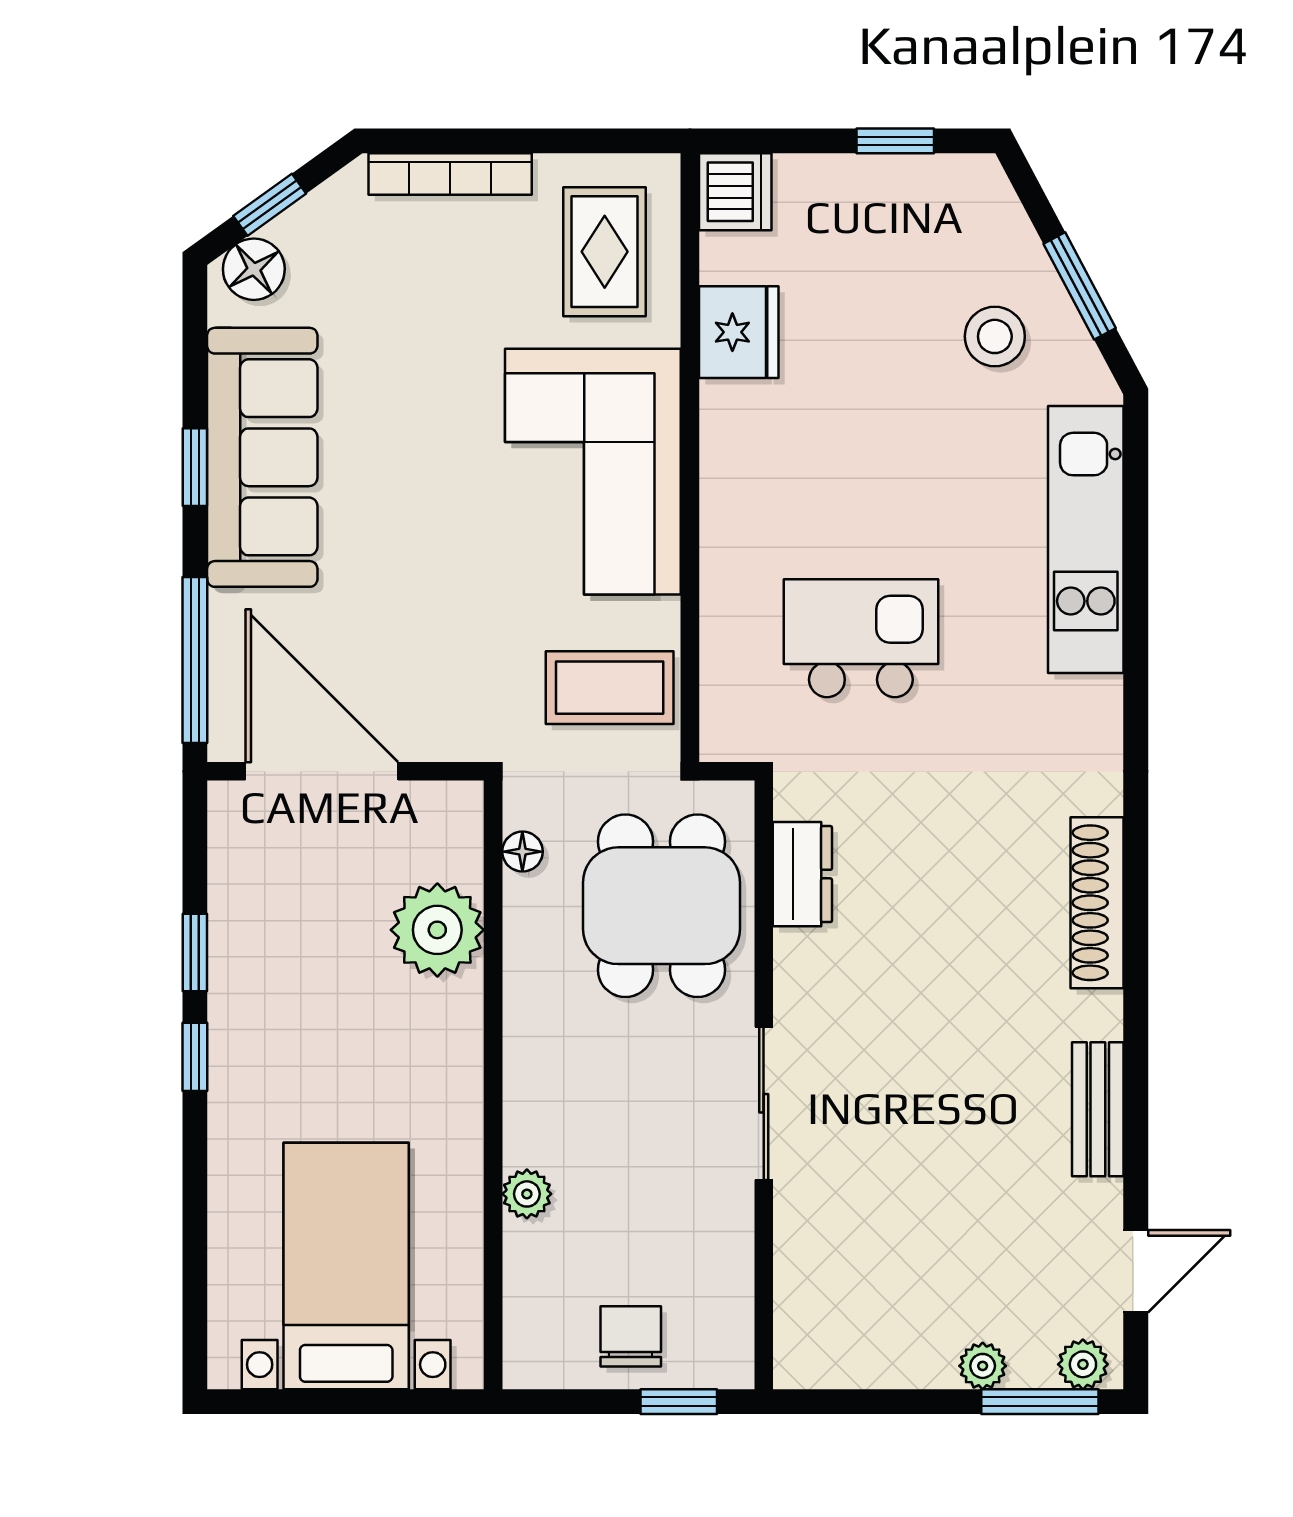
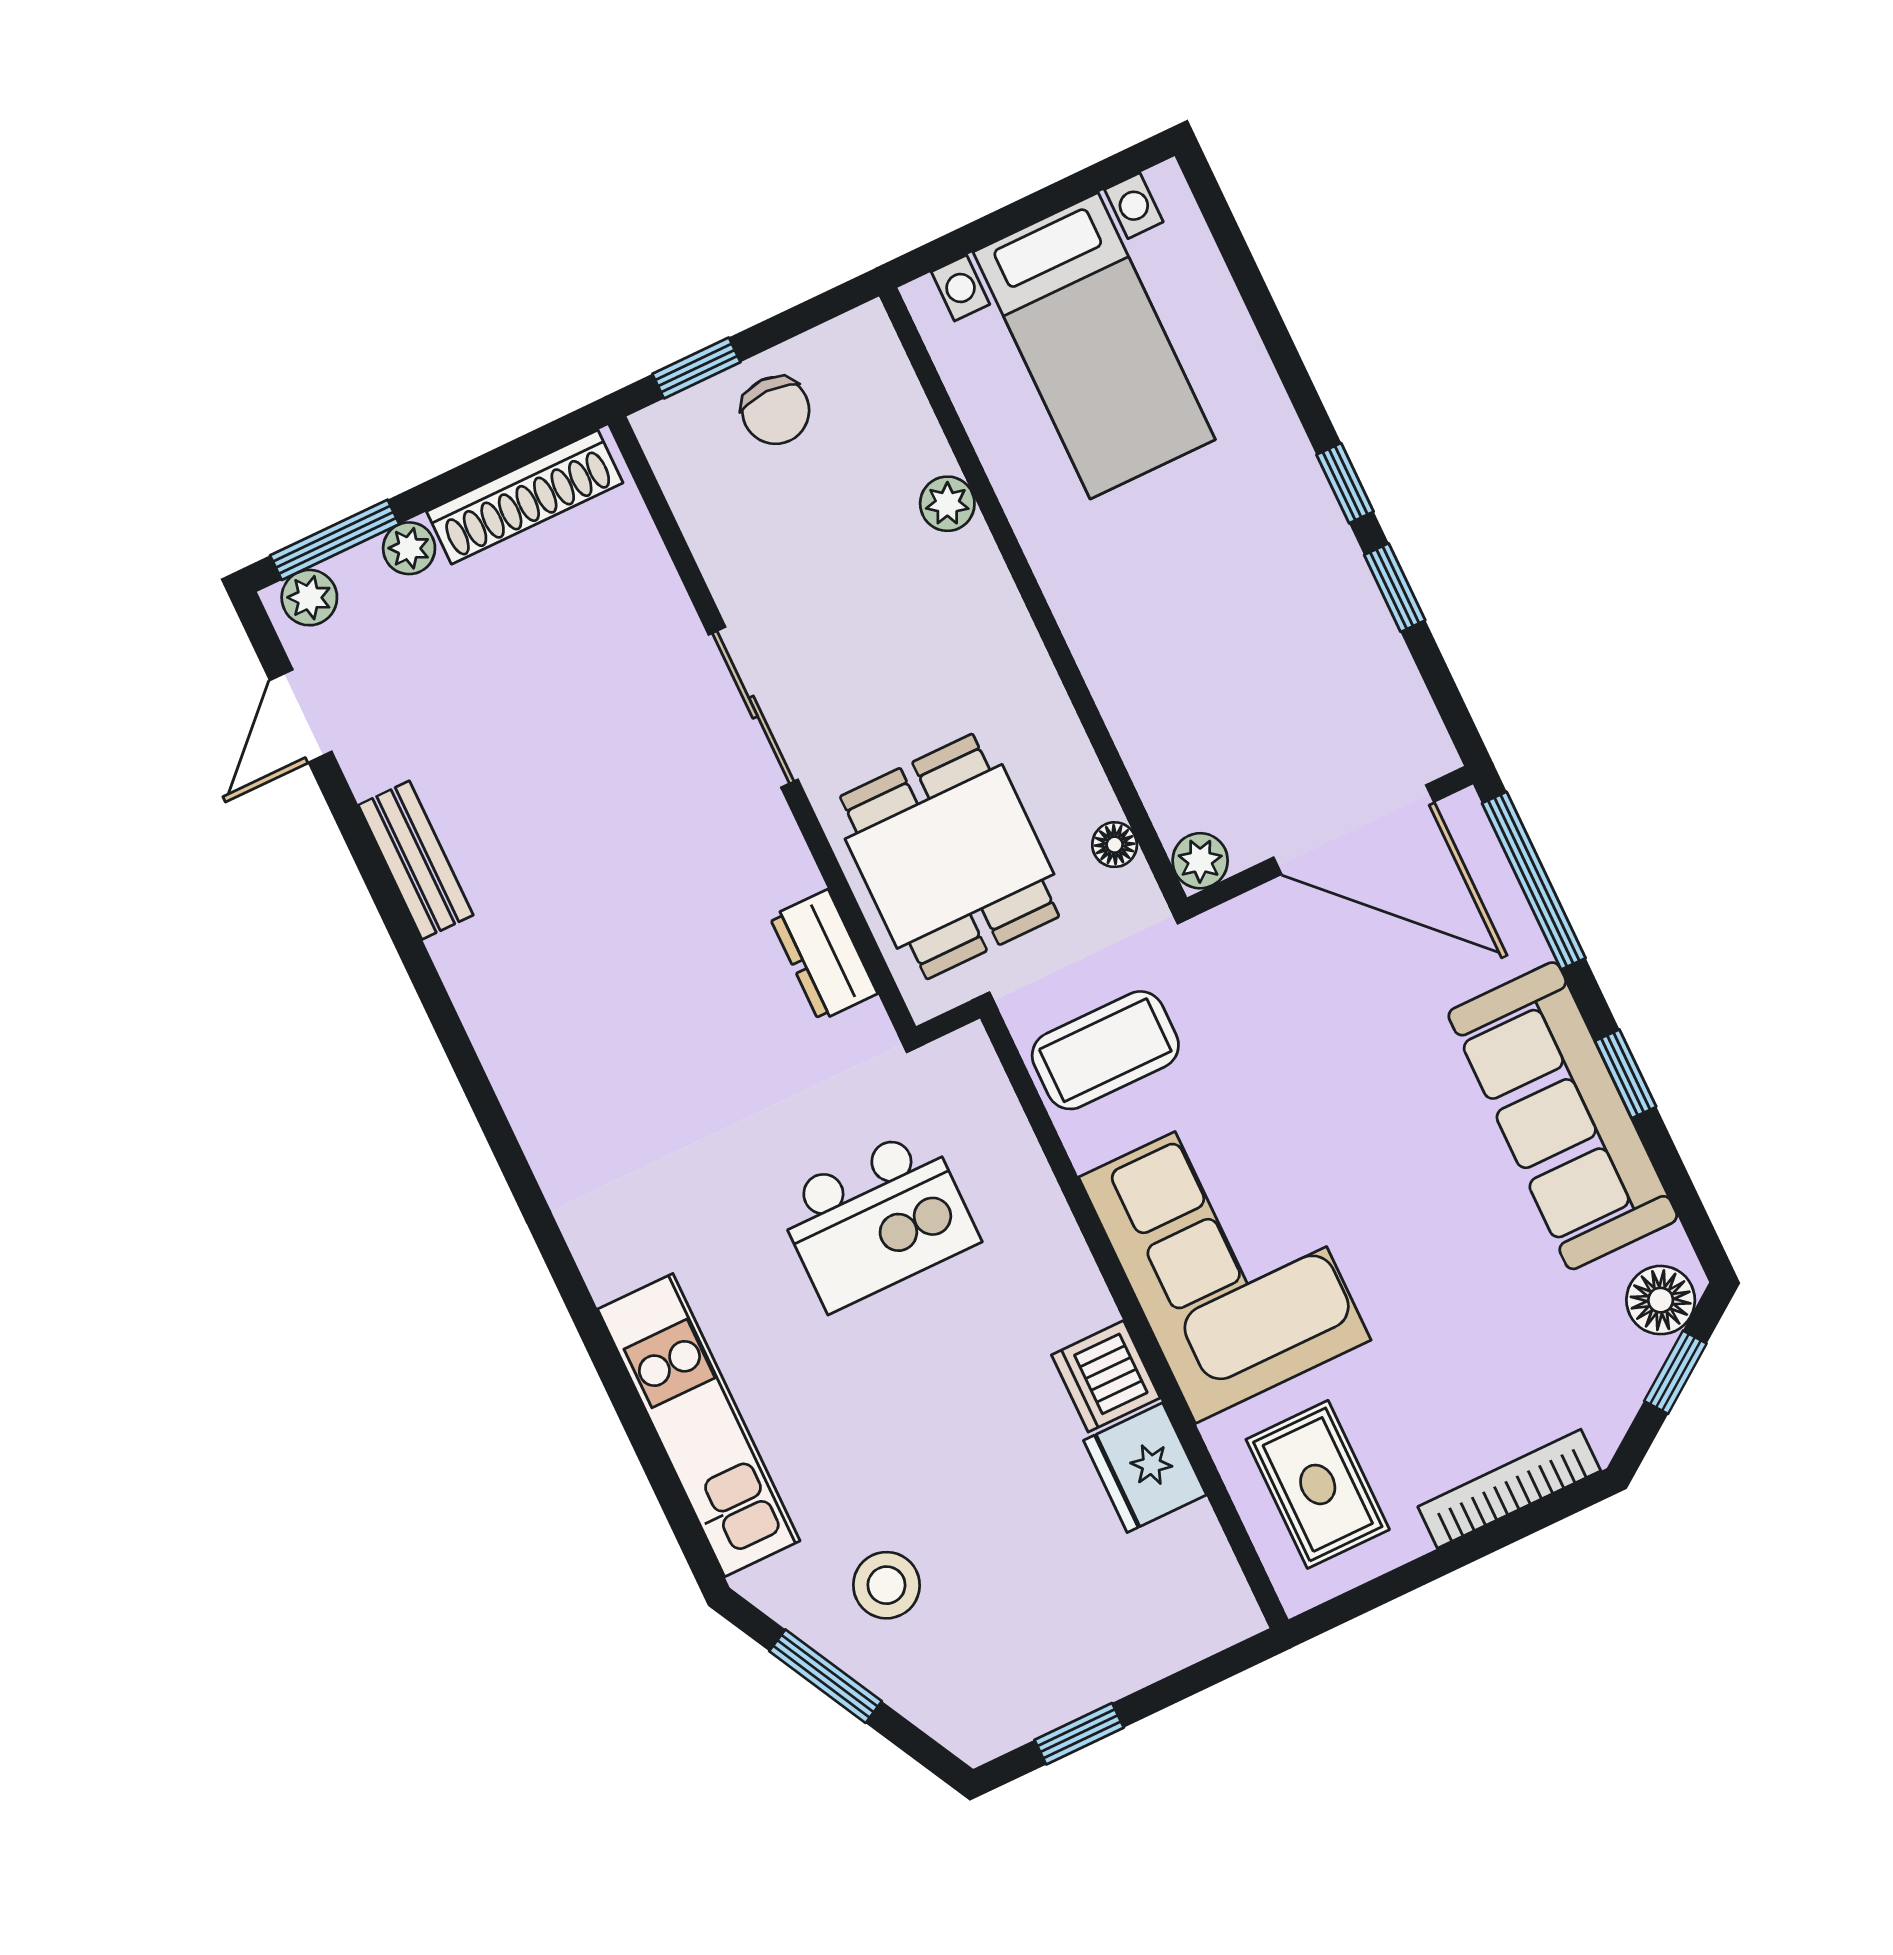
dishwasher: (735, 192) -> (1106, 1376), moved
shoe rack: (1097, 903) -> (525, 497), moved, turned 90
plant: (437, 930) -> (1200, 861), moved, width x0.53, depth x0.53

